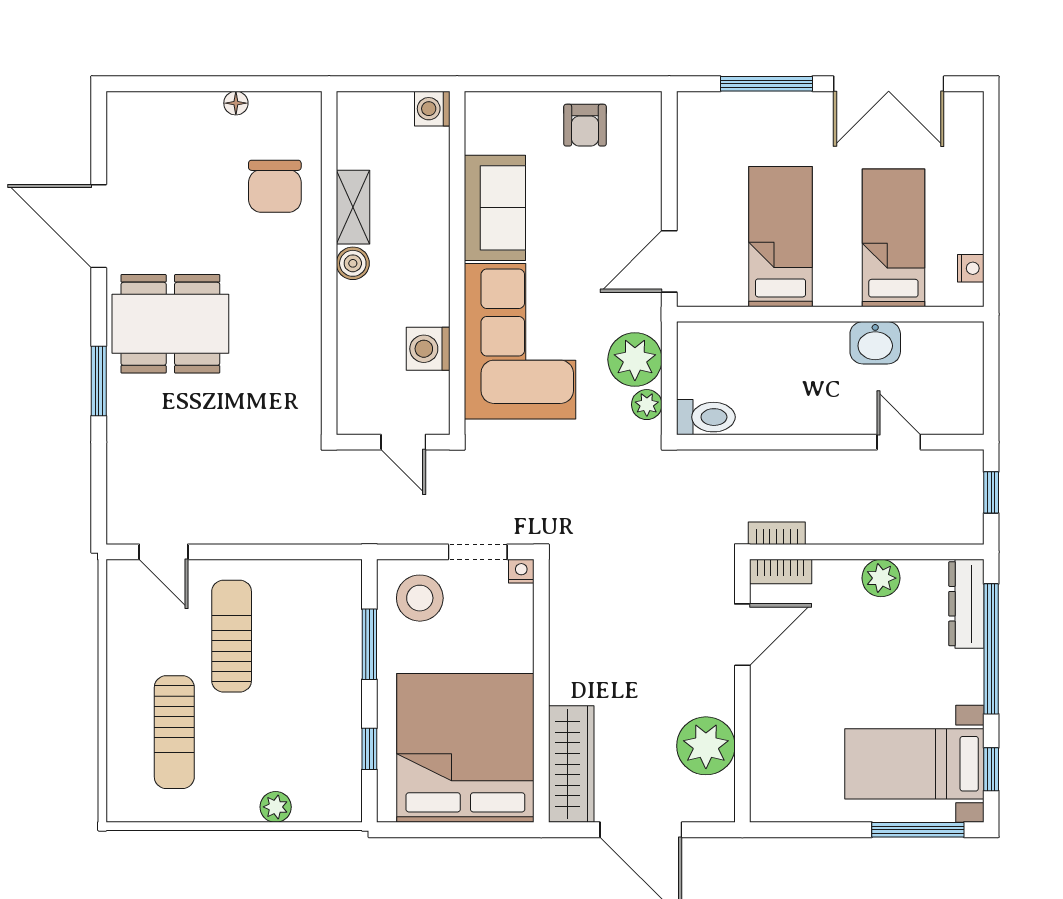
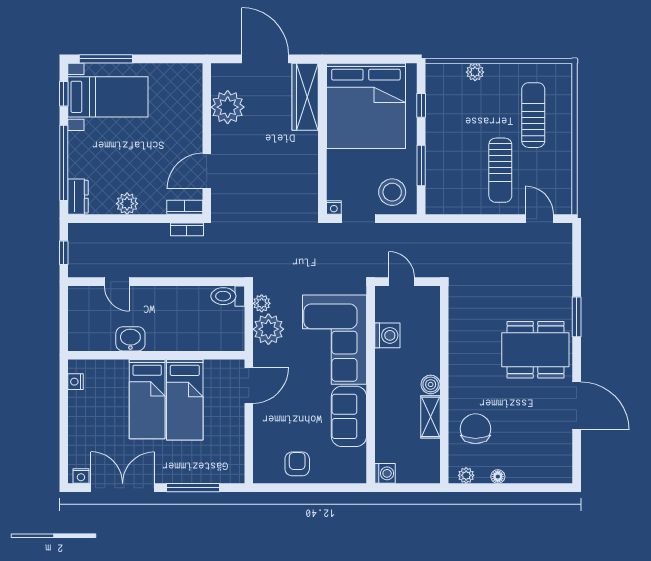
nightstand: (961, 104) -> (81, 476), added
plant: (291, 105) -> (466, 475), added
bed: (893, 238) -> (147, 399), moved
dresser: (966, 604) -> (78, 197), width x0.70

